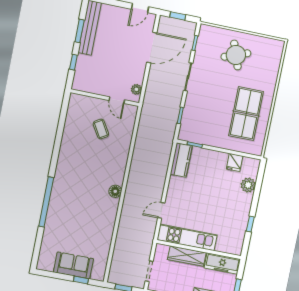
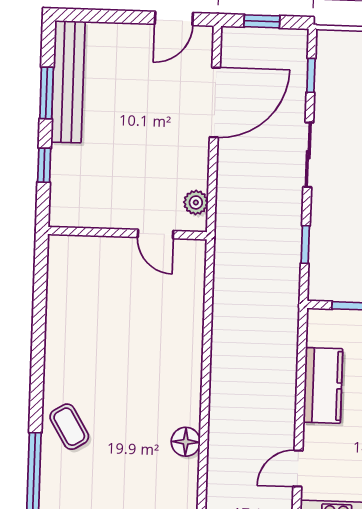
coffee table: (101, 129) -> (69, 427), moved
kitchen counter: (181, 160) -> (323, 385), moved

